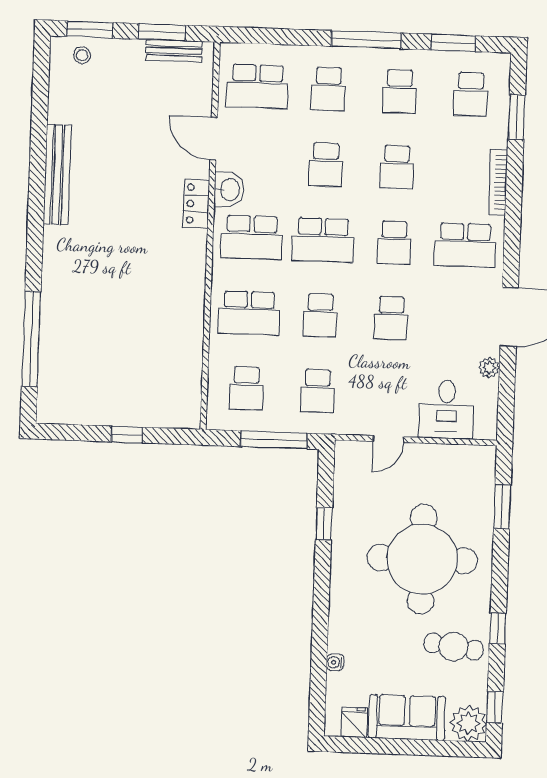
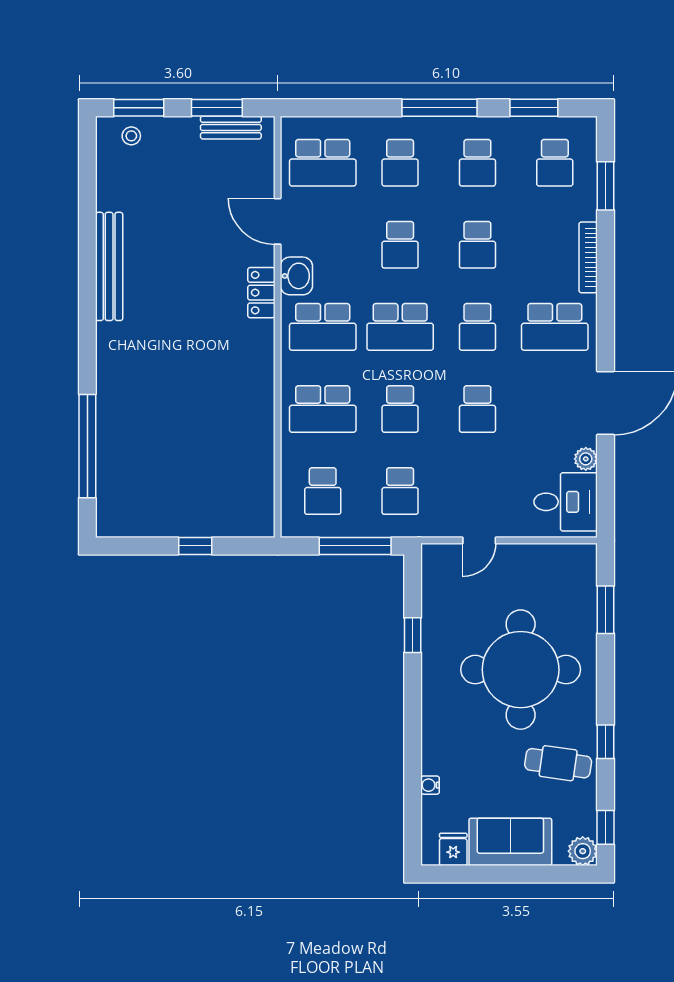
desk: (447, 410) -> (566, 502), moved, turned -90
plant: (468, 723) -> (583, 851), width x0.73, depth x0.73

